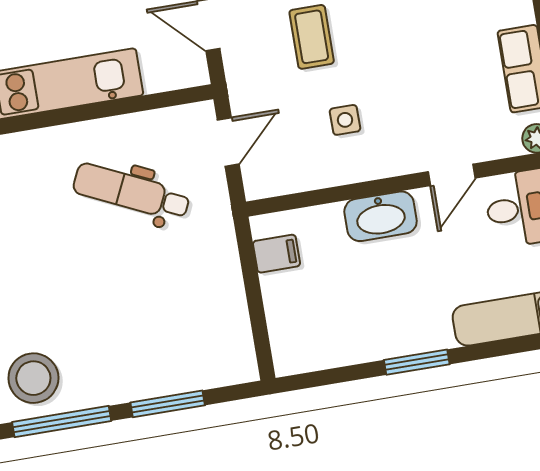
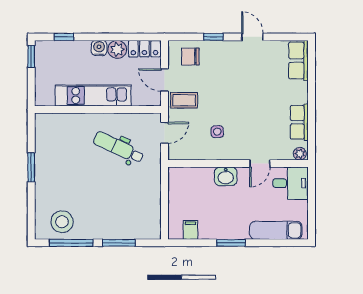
coffee table: (312, 37) -> (184, 100), moved, turned 90
washbasin: (381, 216) -> (226, 176), width x0.72
filing cabinet: (276, 254) -> (190, 230), moved, turned -90

